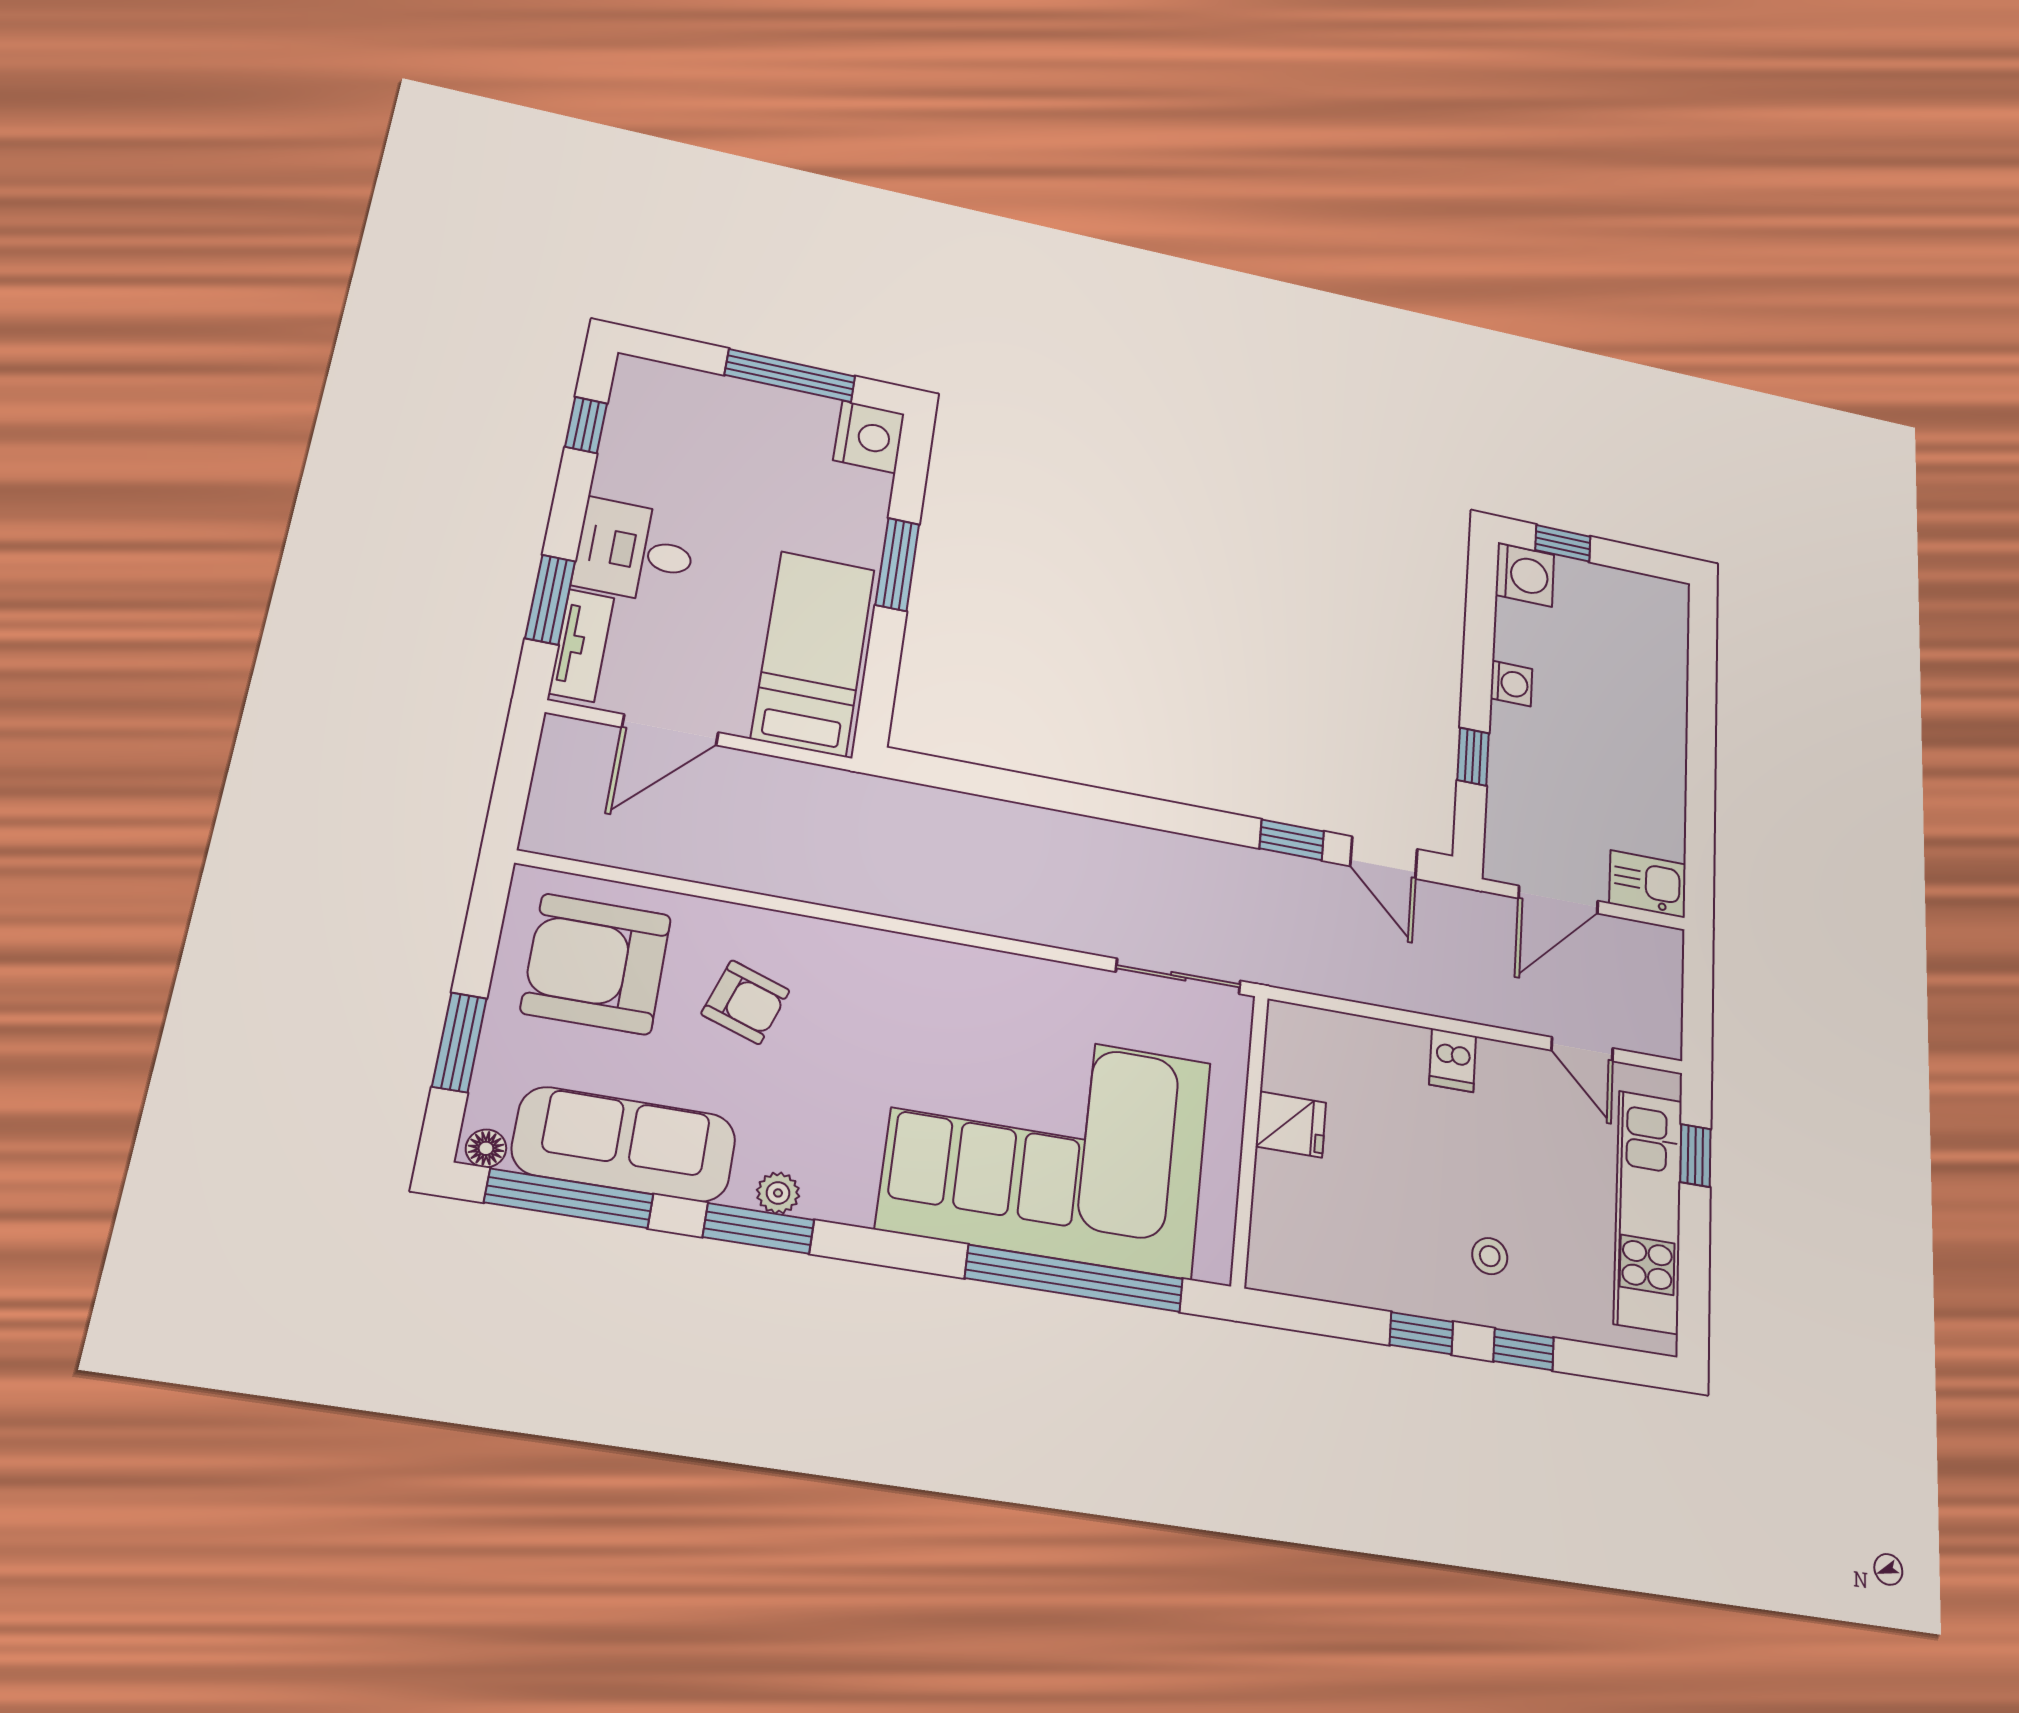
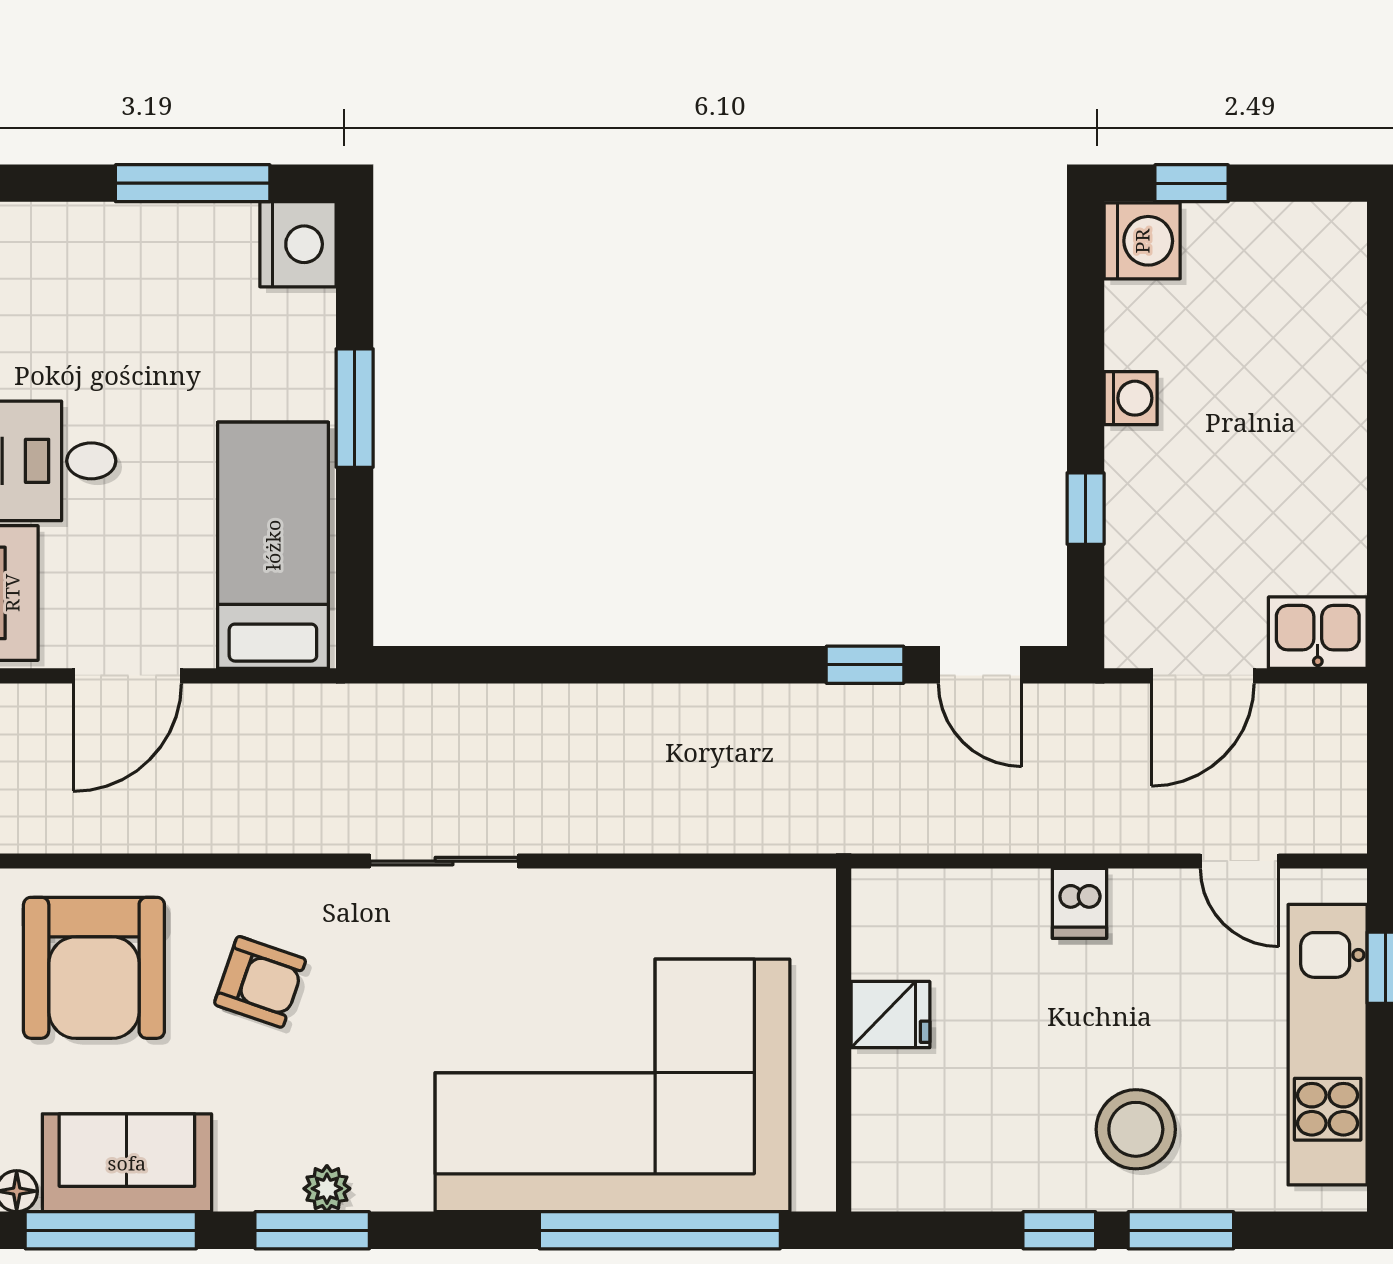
armchair: (596, 964) -> (94, 968), turned -90
sliding door: (1178, 976) -> (444, 861), moved
sofa: (624, 1144) -> (127, 1163), width x0.73
stool: (1490, 1256) -> (1136, 1129), width x1.89, depth x1.89
window: (1524, 1349) -> (1181, 1230), width x1.50

